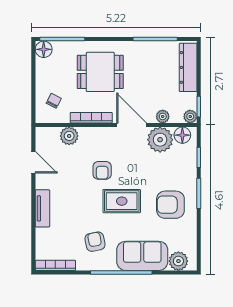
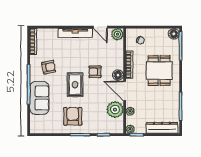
door: (132, 125) -> (125, 91), swing flipped
floor lamp: (182, 135) -> (118, 75), moved
plant: (69, 136) -> (117, 34), moved
door: (33, 162) -> (100, 27), hinge flipped
tv unit: (42, 208) -> (75, 33), width x1.41
plant: (178, 261) -> (36, 121), removed

